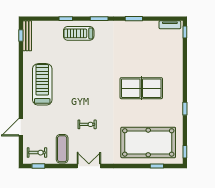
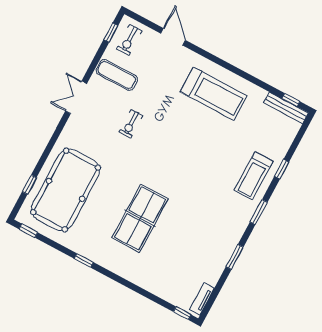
treadmill: (79, 33) -> (254, 176), turned 180
double door: (89, 166) -> (76, 97), swing flipped

